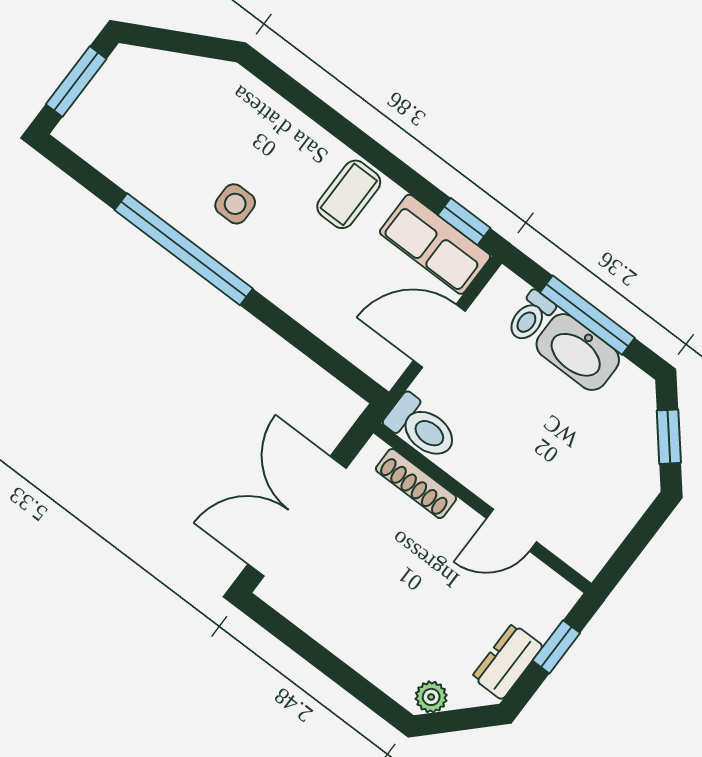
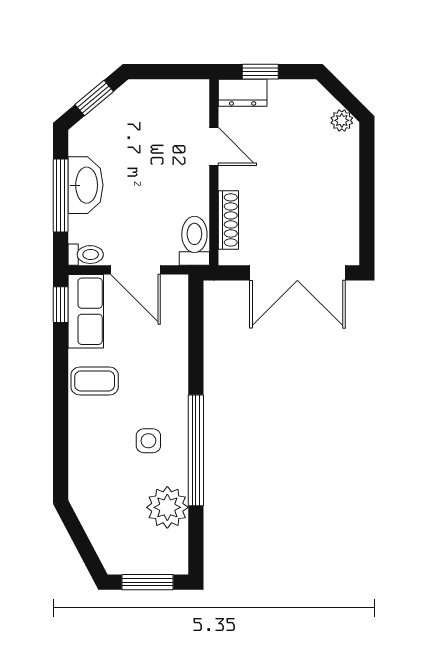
plant: (144, 168) -> (167, 507), added
toilet: (531, 317) -> (86, 255), moved
dresser: (507, 661) -> (243, 93), moved

